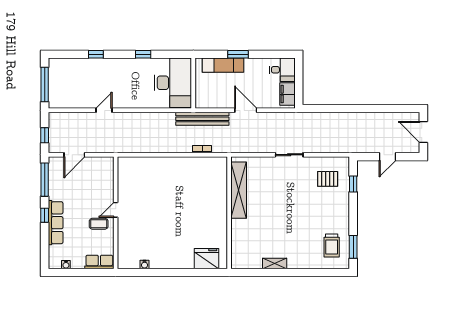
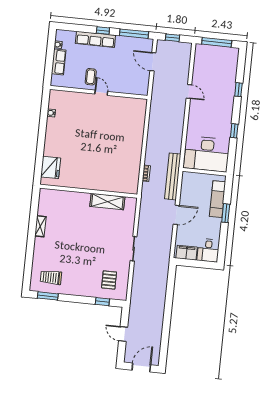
shelving: (239, 190) -> (107, 202), width x0.68
row of seats: (99, 262) -> (59, 62), moved

